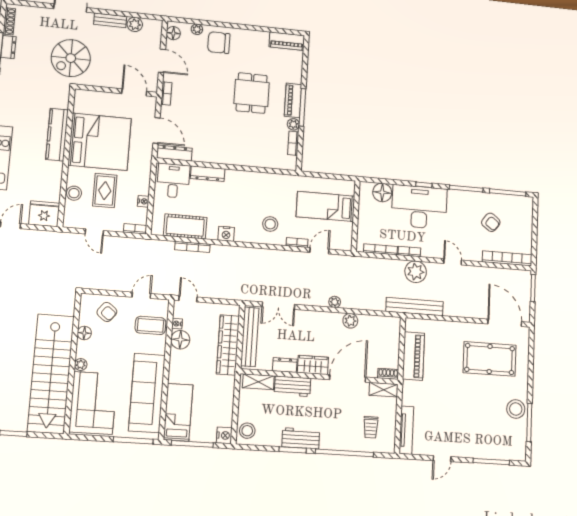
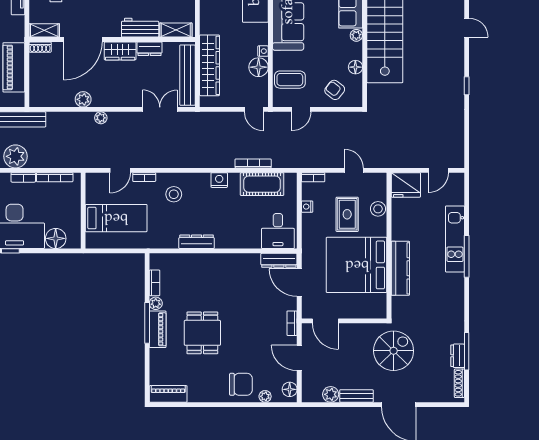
dresser: (208, 174) -> (197, 242), moved
nightstand: (177, 324) -> (263, 51), moved

